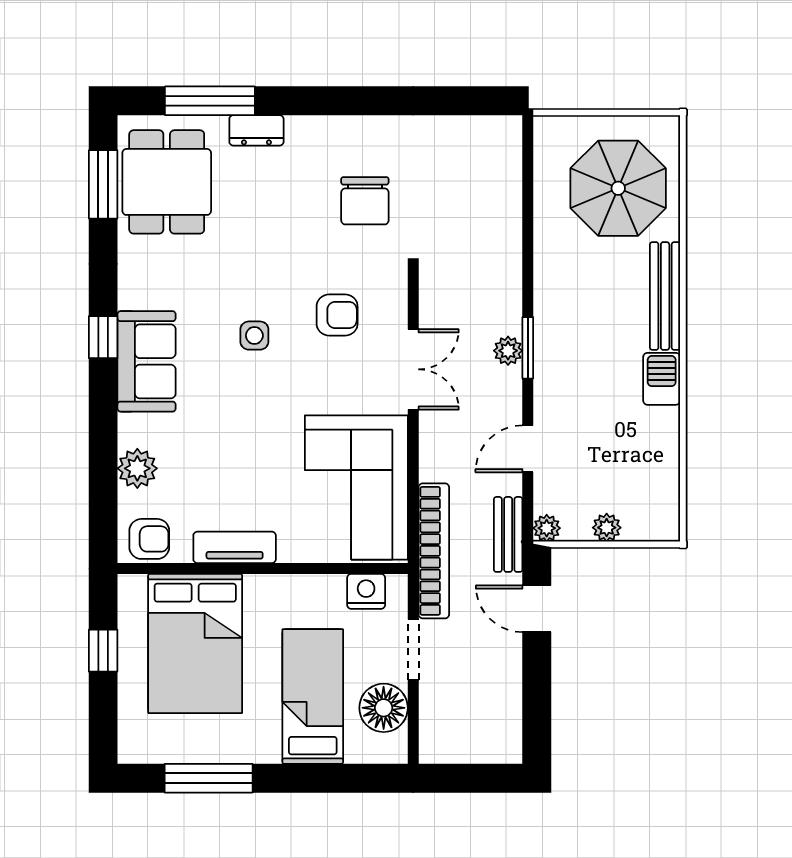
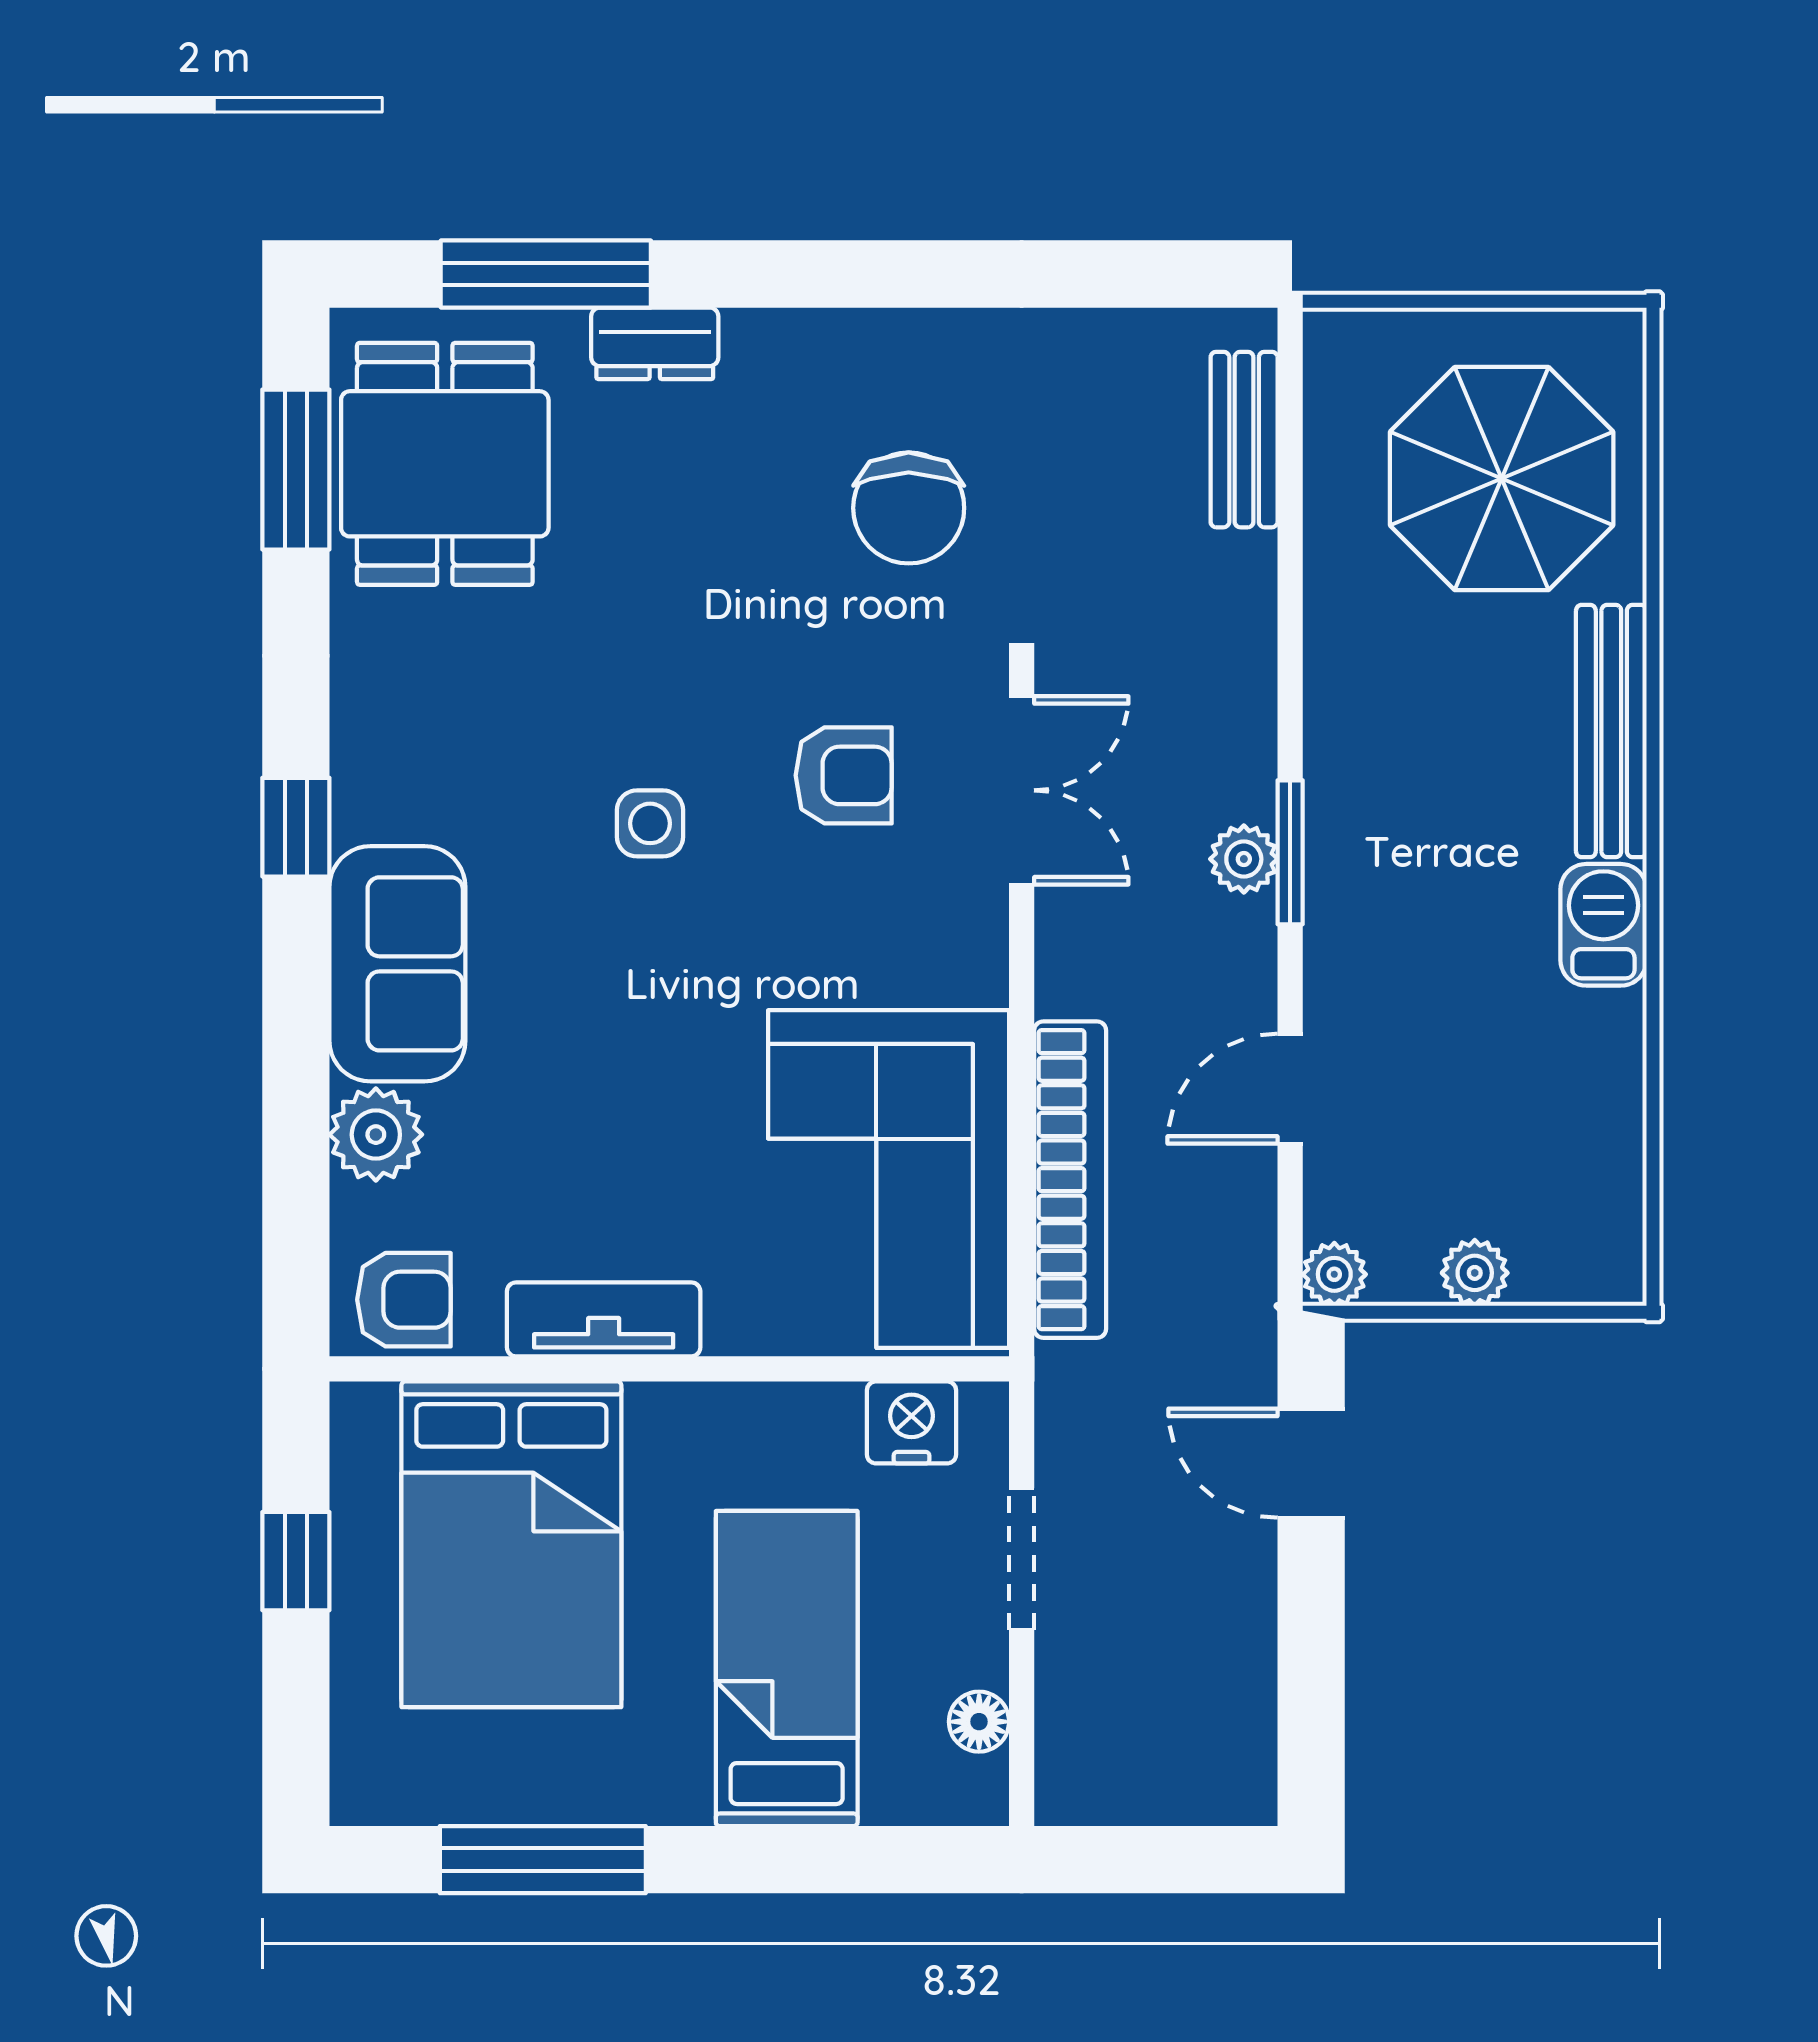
sofa: (147, 361) -> (397, 964), moved
double door: (413, 369) -> (1022, 790), moved
bench: (508, 534) -> (1244, 440), moved
bookcase: (434, 551) -> (1070, 1180), moved
floor lamp: (384, 708) -> (979, 1722), width x0.53, depth x0.53

